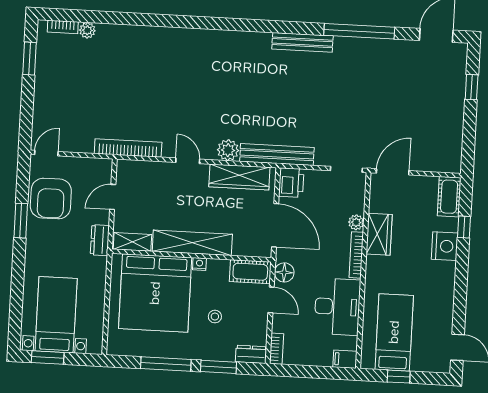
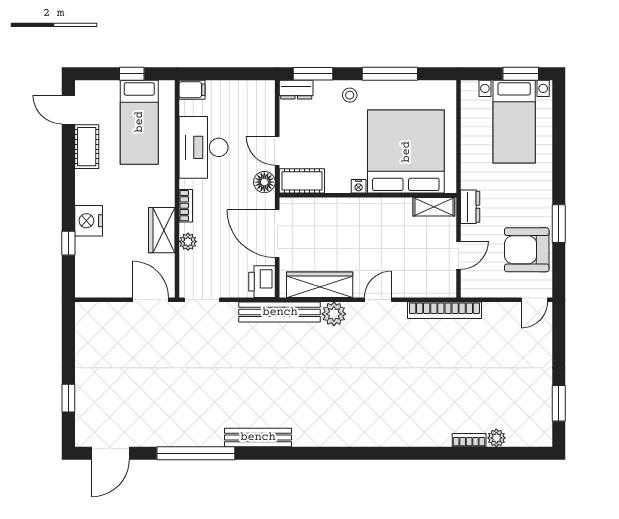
bookcase: (63, 27) -> (469, 440), moved
door: (188, 161) -> (378, 300), swing flipped
door: (393, 172) -> (150, 300), swing flipped
cot: (449, 197) -> (87, 147), moved
armchair: (51, 199) -> (527, 250), turned -90
shelving: (192, 243) -> (368, 209), removed
bookcase: (356, 255) -> (186, 206), width x0.64
stool: (215, 317) -> (350, 95), moved
bookcase: (277, 349) -> (268, 97), removed
window: (219, 367) -> (313, 74), moved

